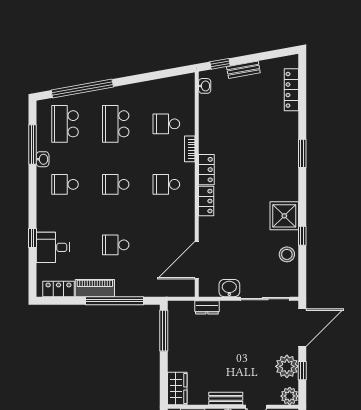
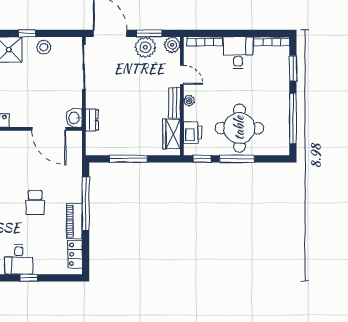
desk: (53, 247) -> (19, 259), moved
washbasin: (229, 288) -> (74, 118), moved
window: (164, 331) -> (128, 159), moved
window: (302, 371) -> (149, 33), width x1.50
wardrobe: (177, 388) -> (172, 134), moved, turned -90

